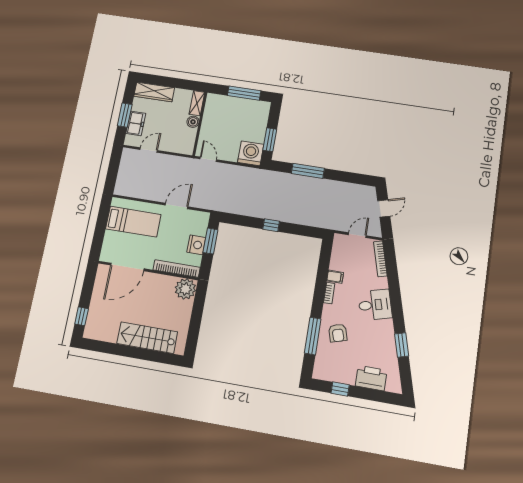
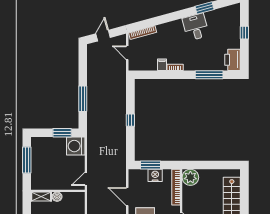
door: (384, 208) -> (103, 36), hinge flipped
desk: (375, 305) -> (196, 27), moved
armchair: (338, 333) -> (204, 56), removed
printer: (371, 378) -> (232, 60), moved
window: (340, 389) -> (244, 33), moved

